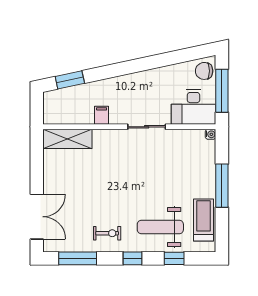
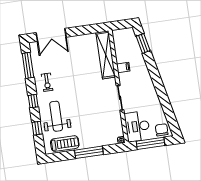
shelving: (67, 139) -> (106, 55), width x1.47

